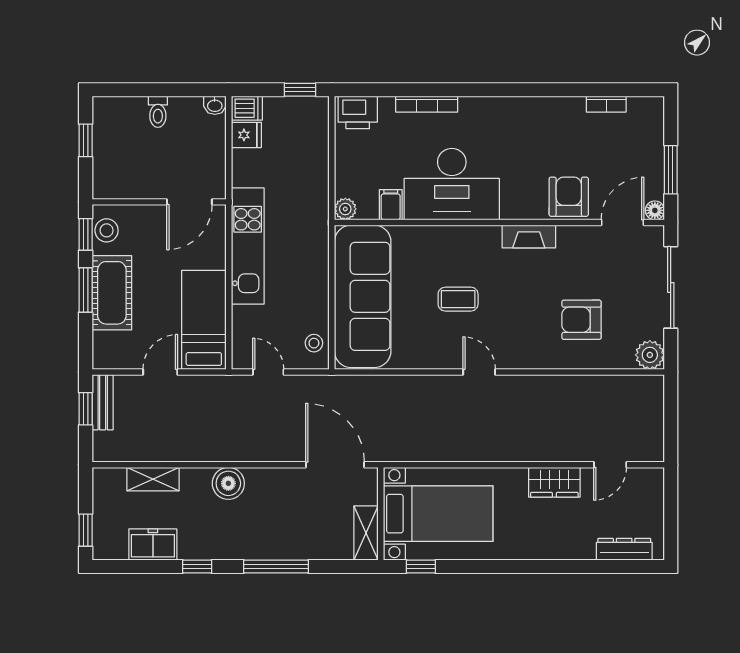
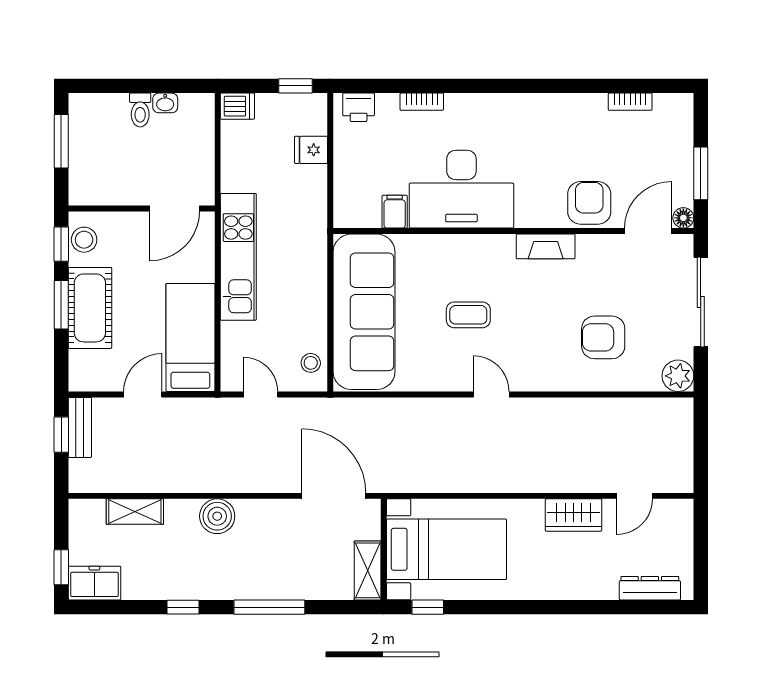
bookcase: (427, 104) -> (422, 102), width x0.64
washbasin: (215, 105) -> (165, 103), moved
printer: (358, 112) -> (359, 107), width x0.73, depth x0.81
fridge: (246, 135) -> (311, 150), moved, turned 180
window: (86, 140) -> (61, 141), width x1.50
plant: (345, 209) -> (345, 216), removed
freezer: (153, 545) -> (94, 583), moved

